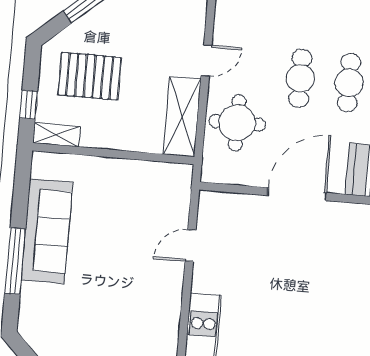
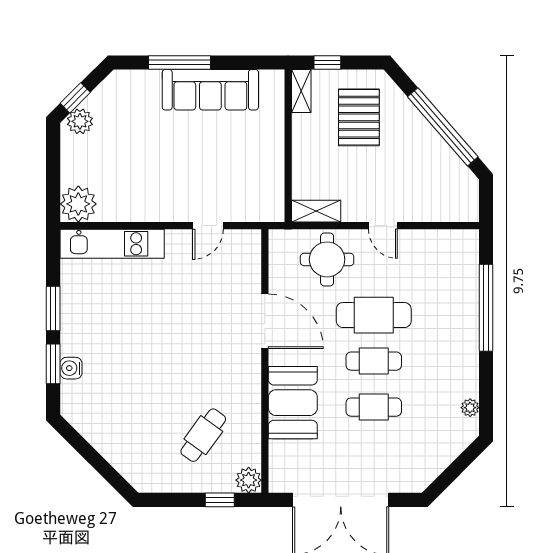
cafe table: (300, 78) -> (374, 315), width x1.37, depth x1.35
shelving: (182, 117) -> (316, 211), width x0.67, depth x0.75
door: (191, 246) -> (208, 226), swing flipped

